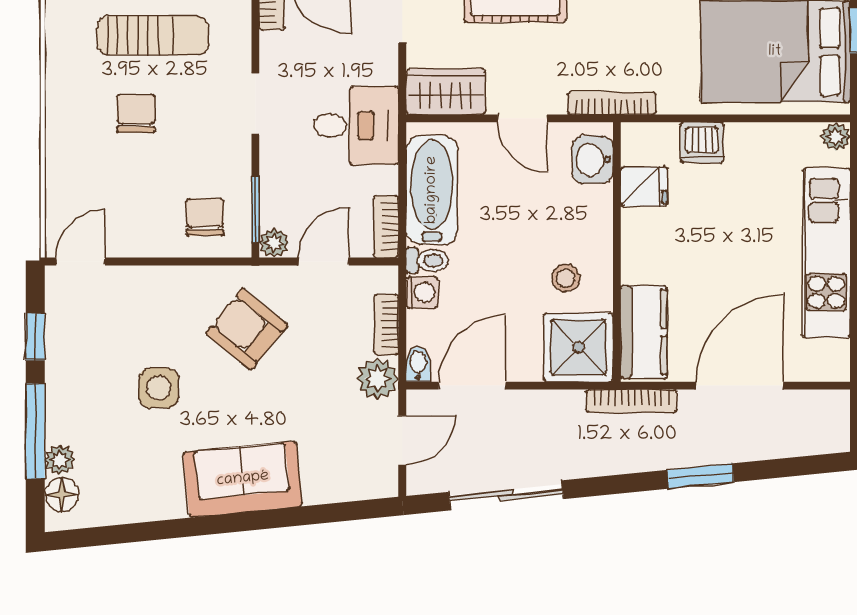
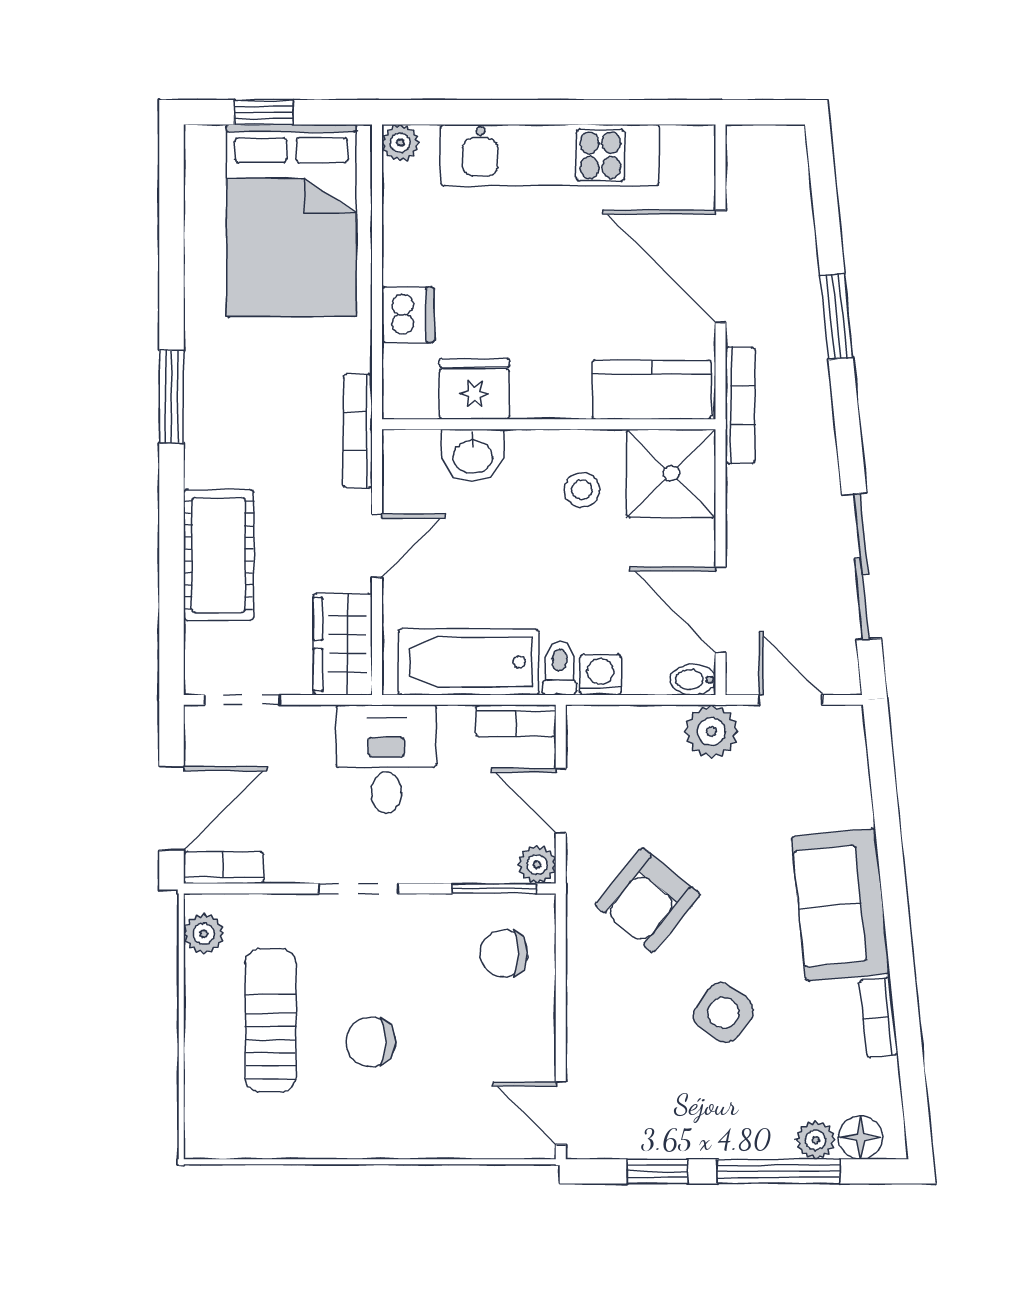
washbasin: (593, 160) -> (473, 455), moved
fridge: (644, 187) -> (474, 389), width x1.38
bookcase: (386, 324) -> (879, 1017), moved, turned 84
side table: (159, 388) -> (723, 1013), turned 35

